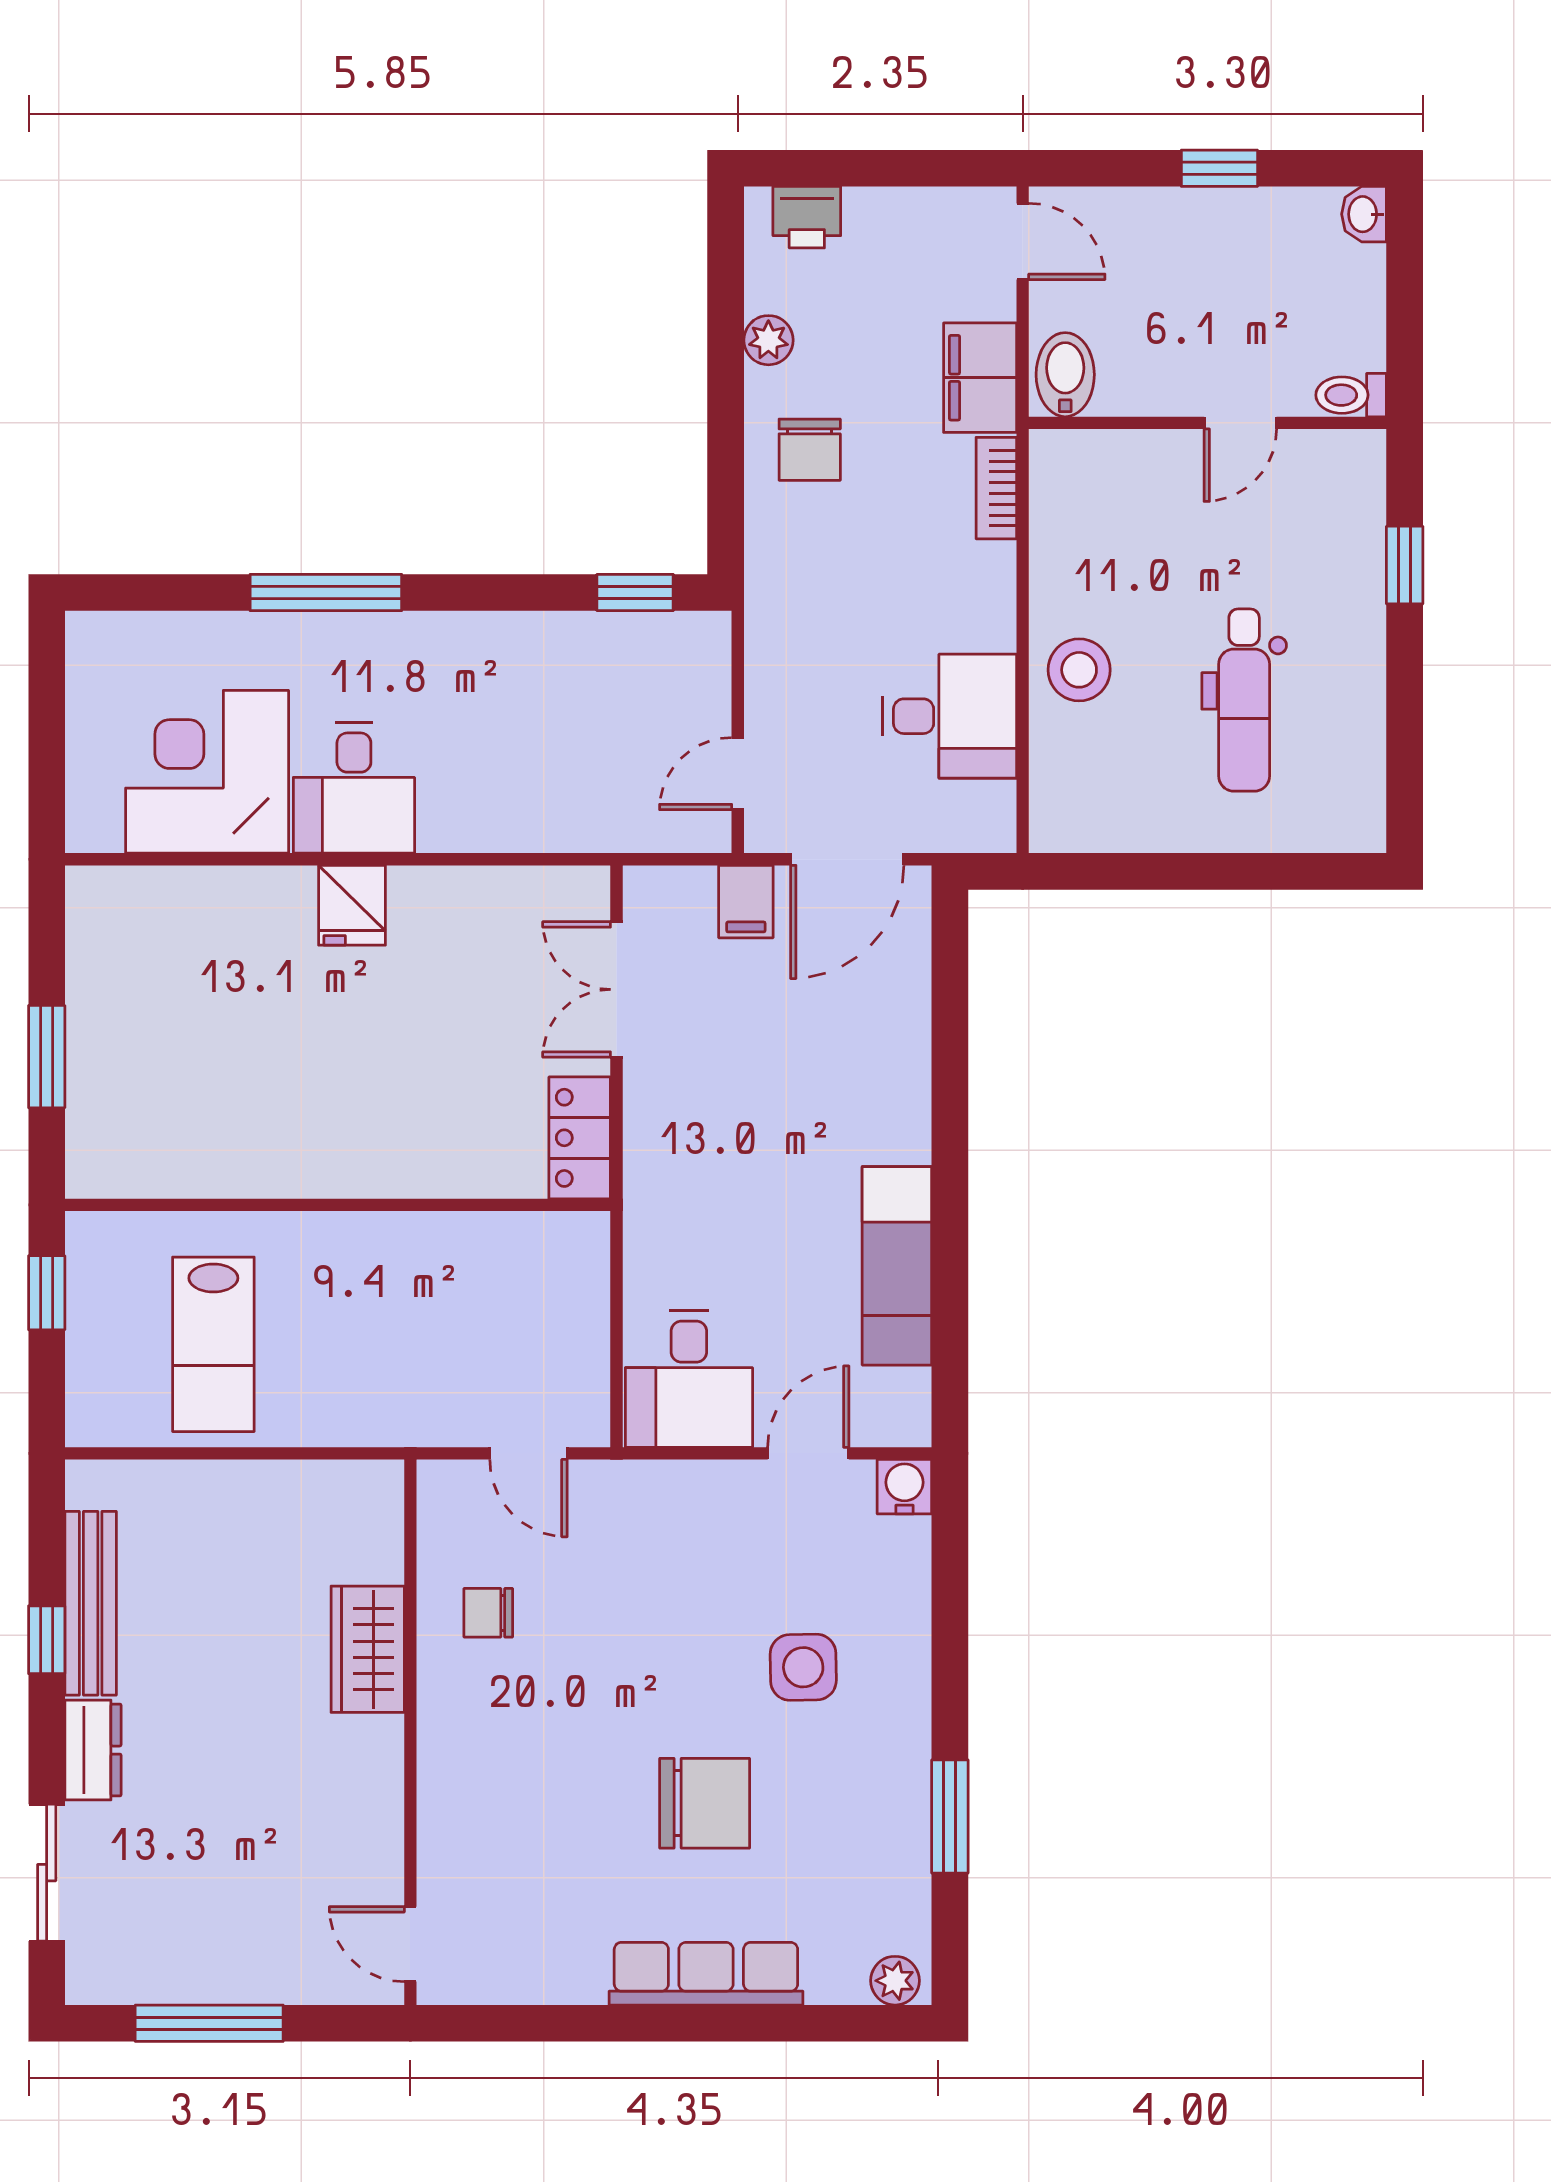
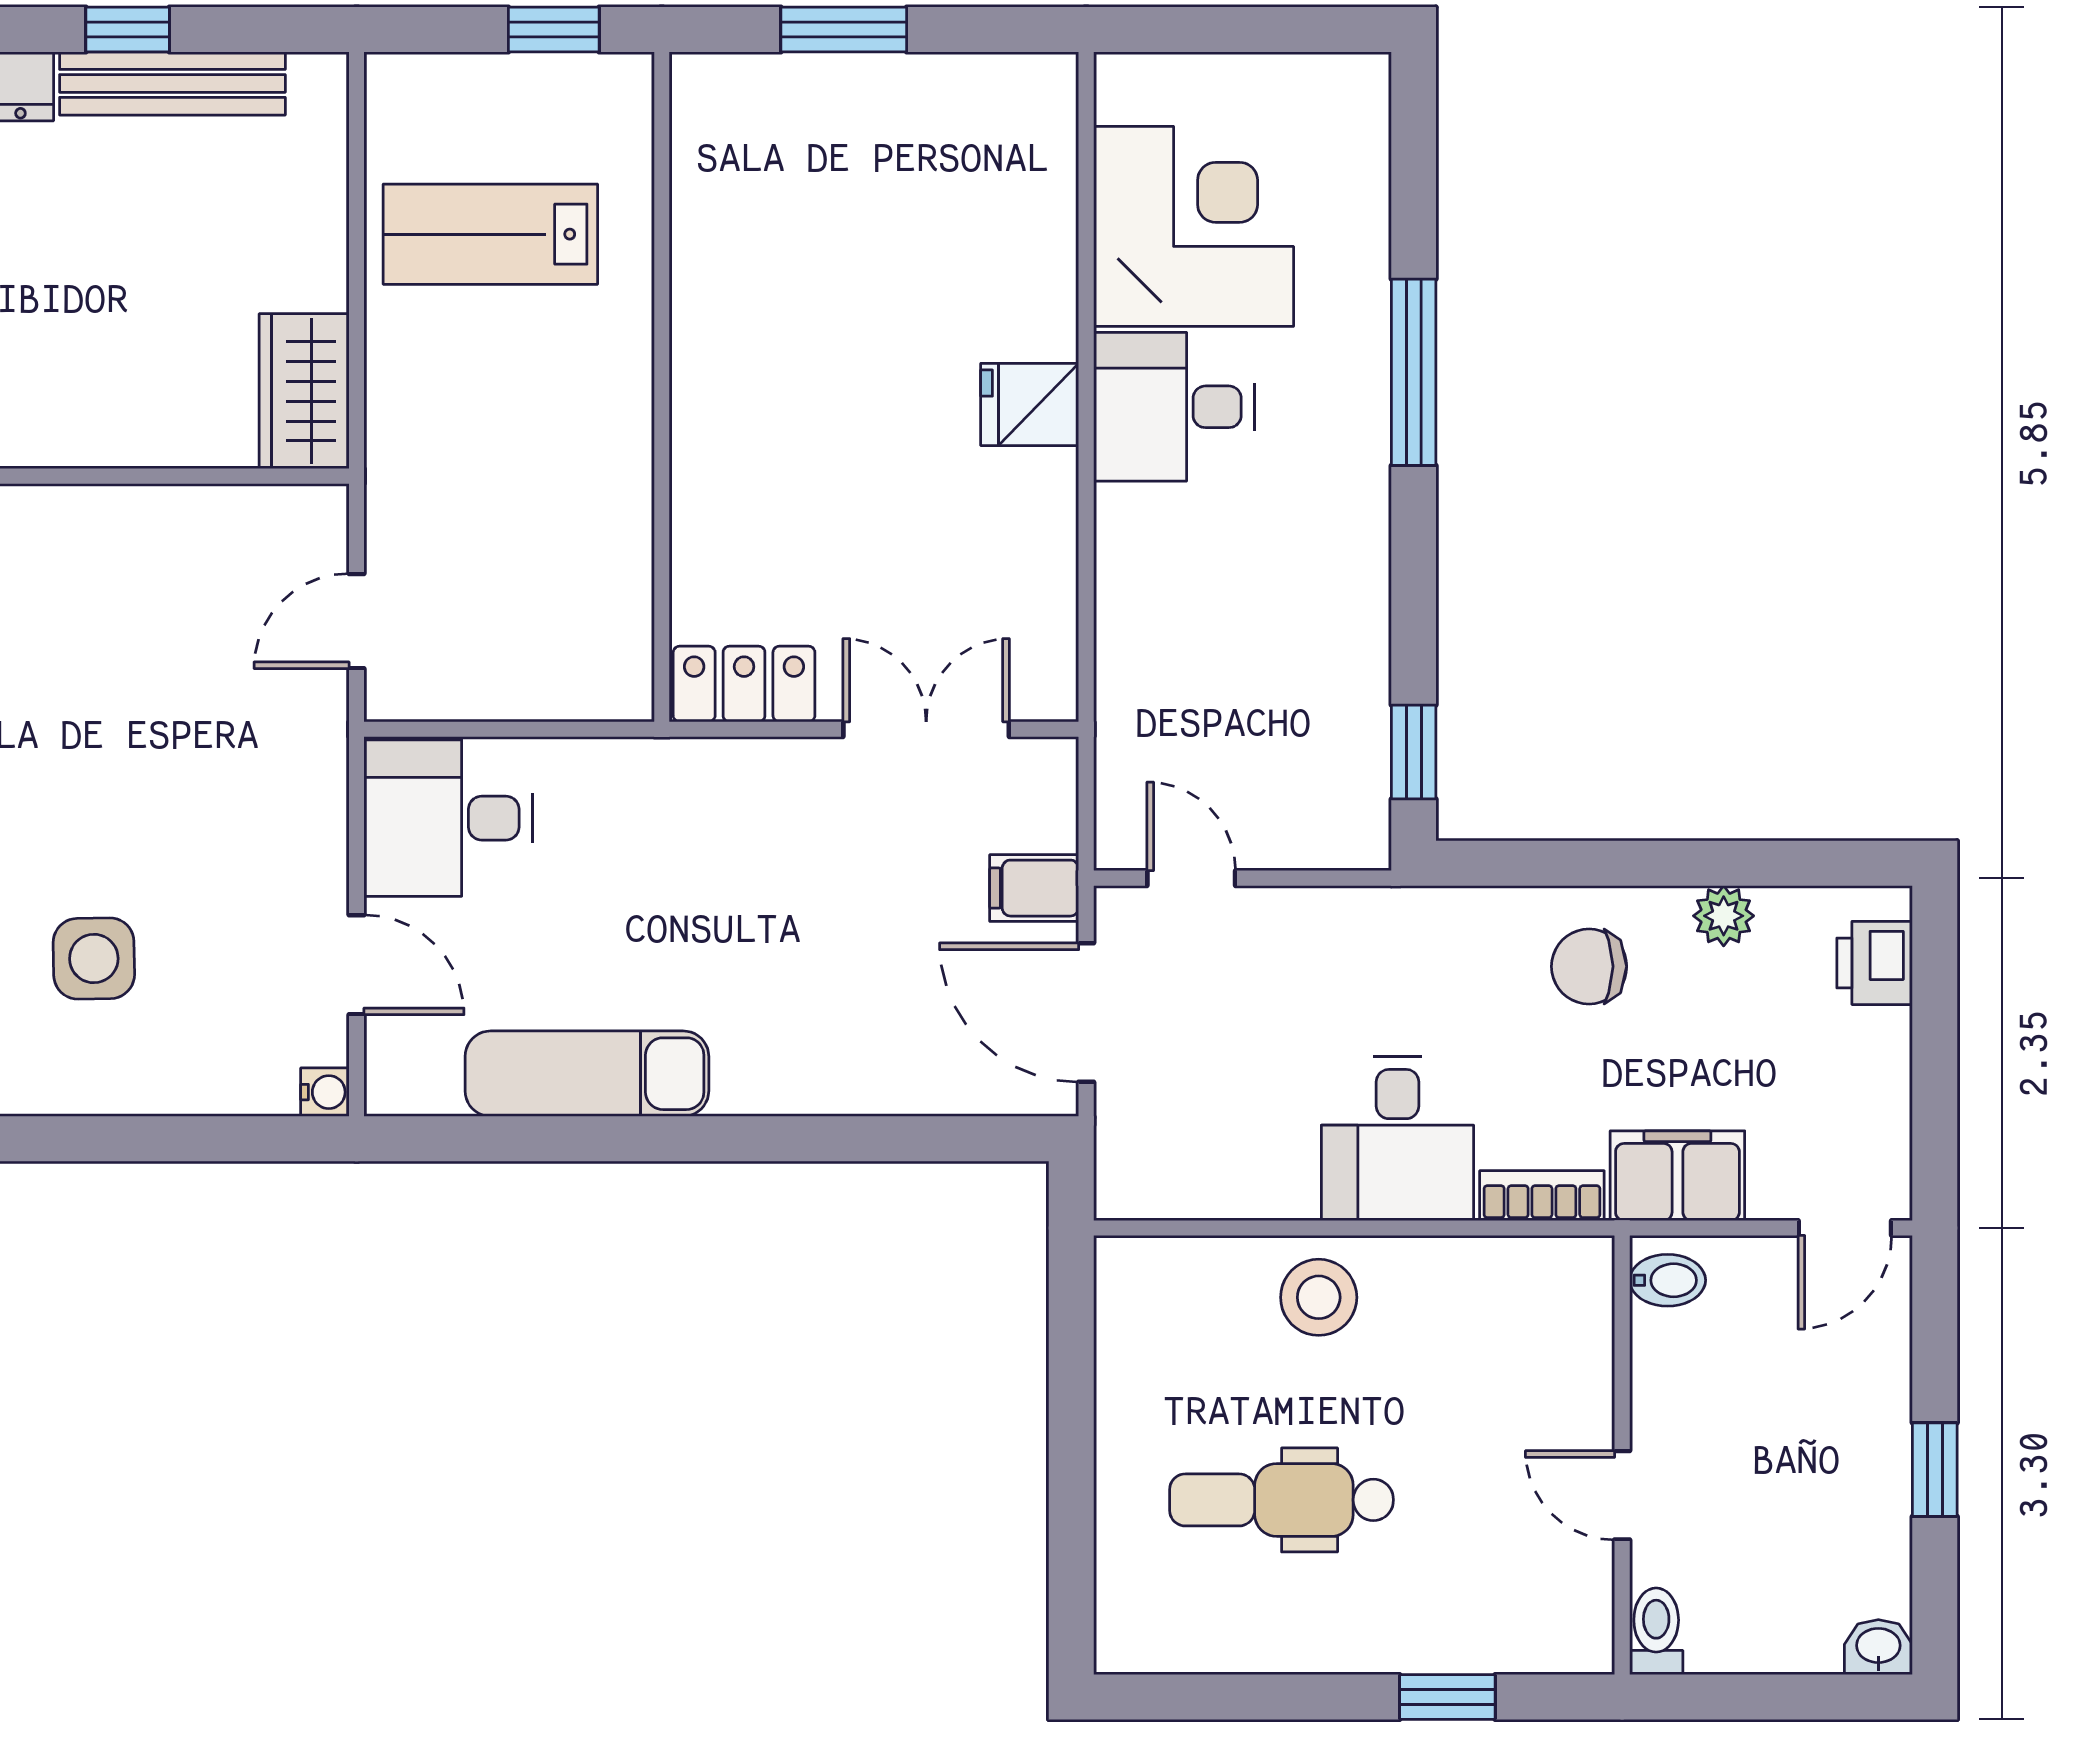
bidet: (1065, 375) -> (1668, 1280), width x0.72, depth x0.74
desk: (950, 716) -> (1398, 1138), moved
water cooler: (904, 1487) -> (325, 1092), width x0.72, depth x0.72
chair: (488, 1613) -> (161, 572), removed
wardrobe: (368, 1649) -> (304, 391), moved, turned -90

